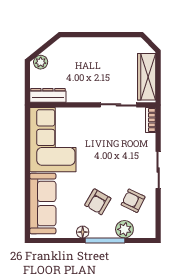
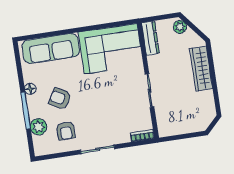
wardrobe: (147, 77) -> (201, 68), moved, turned -90
sliding door: (118, 105) -> (149, 90), moved
armchair: (133, 201) -> (66, 131), turned 152

